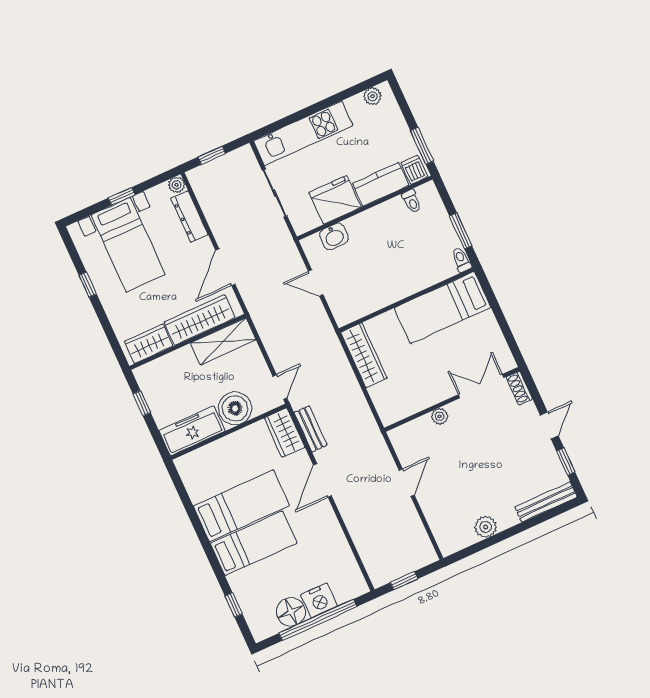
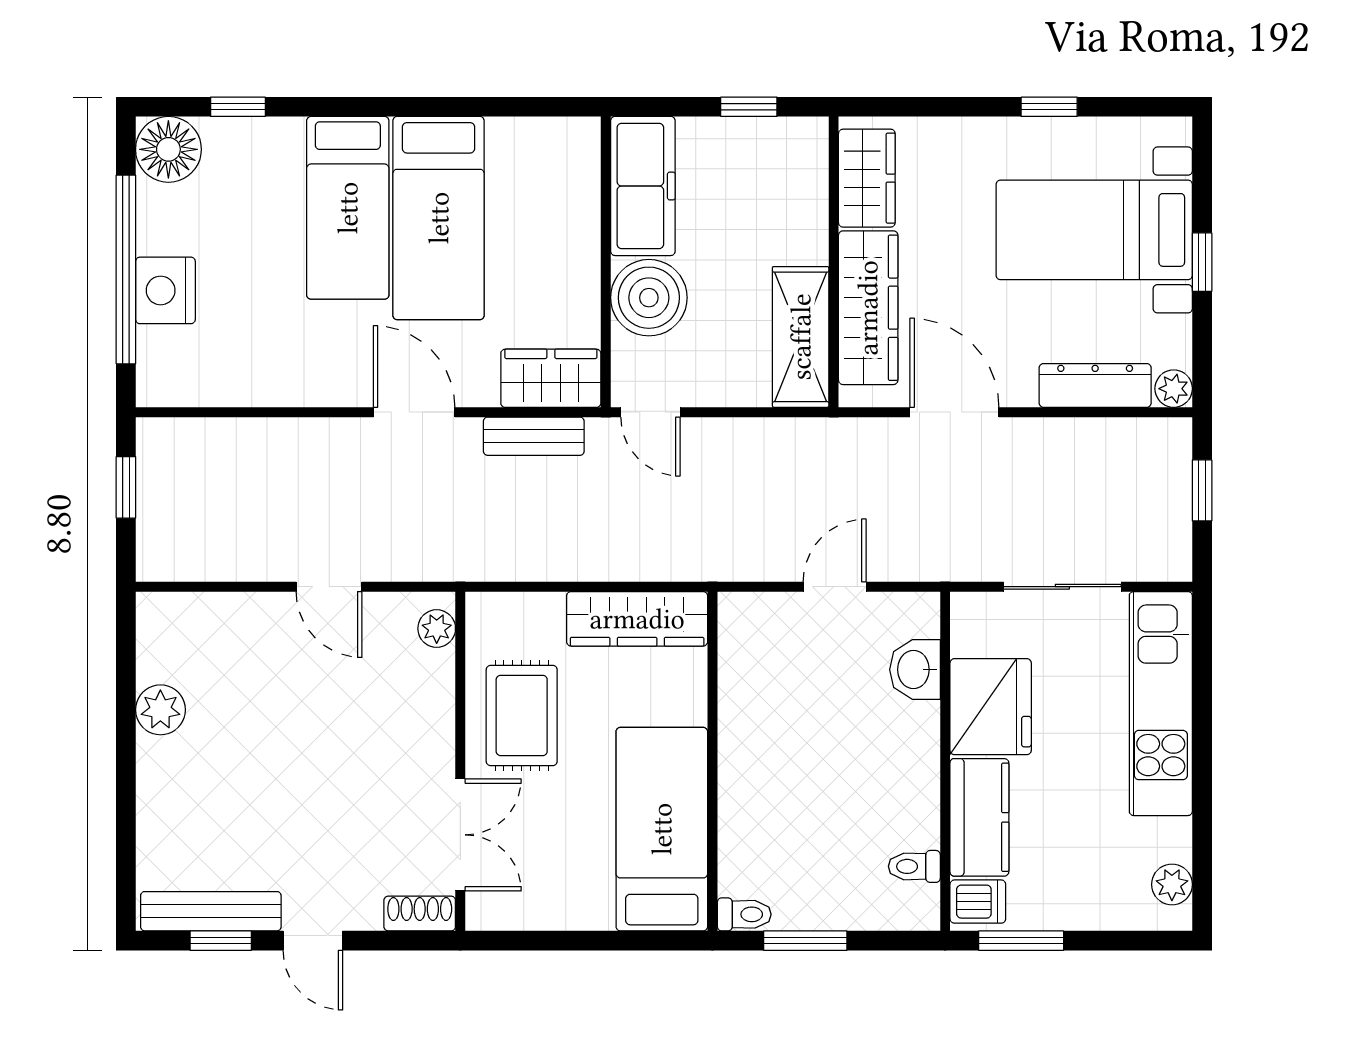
rug: (423, 383) -> (522, 715), added
plant: (440, 416) -> (437, 629), moved
bench: (546, 502) -> (211, 911), moved, turned 90
floor lamp: (291, 612) -> (168, 149), moved

